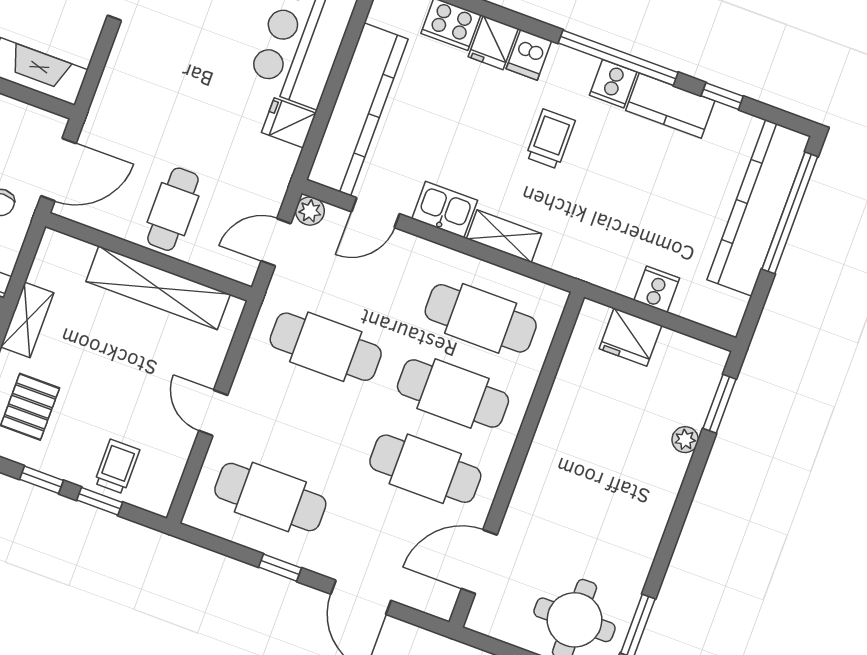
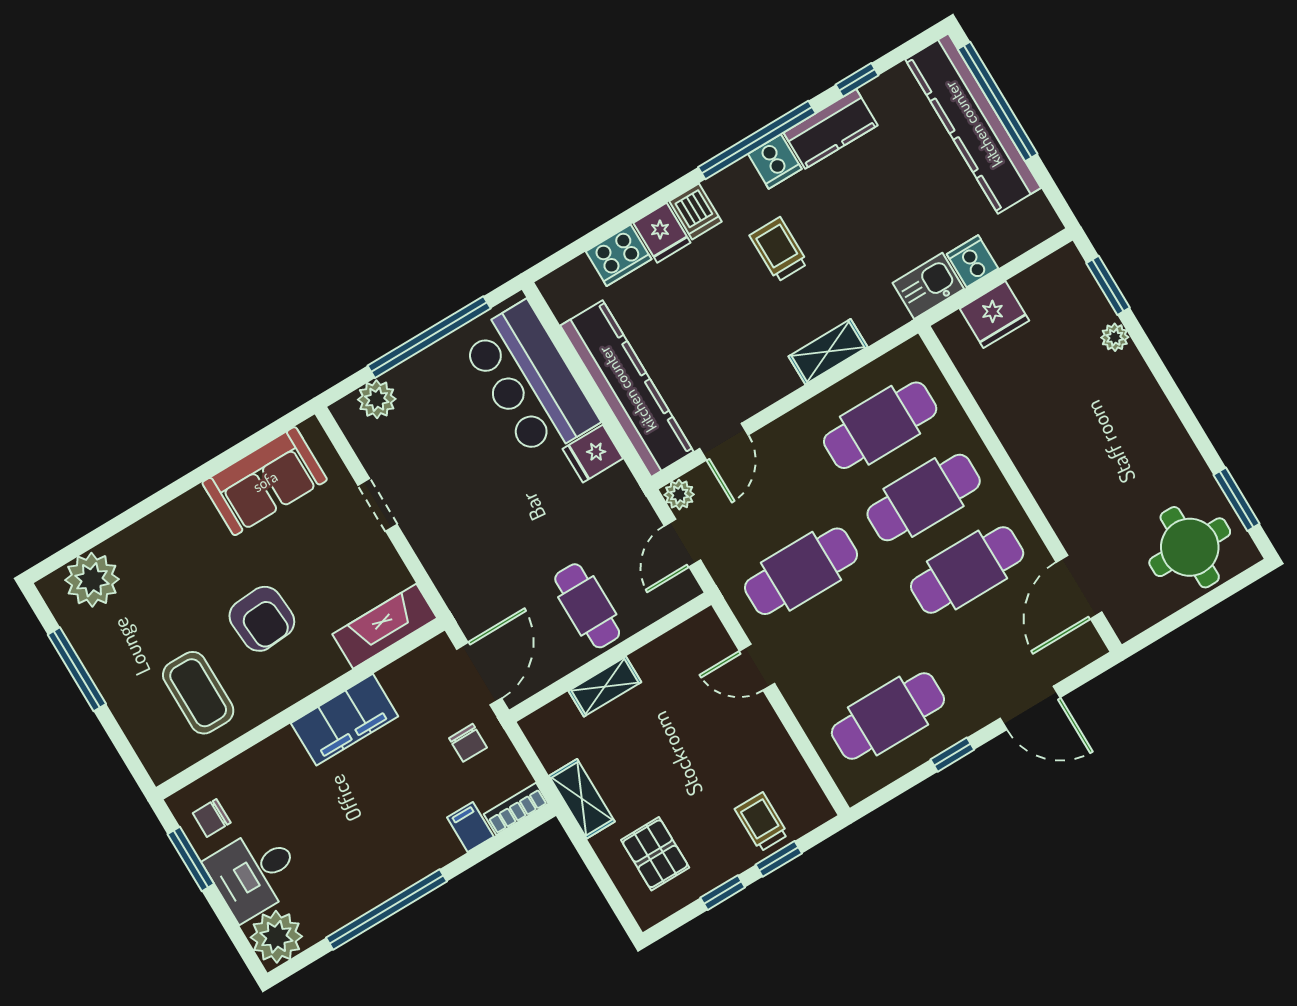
kitchen sink: (445, 209) -> (928, 286), moved
shelving: (158, 288) -> (605, 686), width x0.45, depth x0.75
door: (213, 413) -> (757, 667), moved

